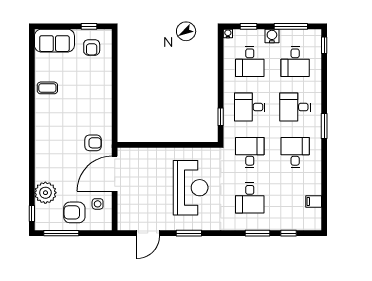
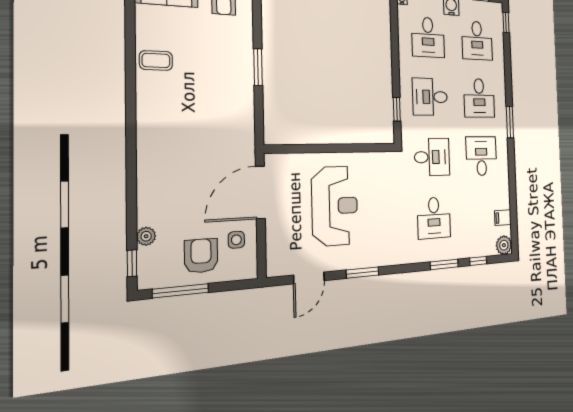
window: (115, 90) -> (258, 67), added
desk: (295, 107) -> (479, 98), turned -90
armchair: (93, 143) -> (228, 147), removed
desk: (250, 153) -> (432, 157), turned 90
reception desk: (191, 188) -> (335, 206), moved
plant: (45, 193) -> (146, 236), width x0.53, depth x0.53
armchair: (74, 212) -> (201, 256), turned 90
plant: (314, 223) -> (504, 245), added

